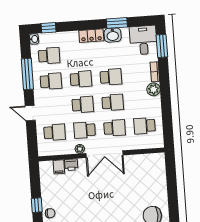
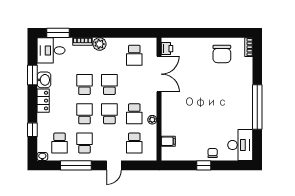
window: (49, 28) -> (32, 130), moved
school desk: (49, 56) -> (60, 143), turned 180
school desk: (115, 128) -> (134, 85), removed
school desk: (55, 132) -> (134, 143), turned 180
double door: (104, 154) -> (159, 74), moved
printer: (71, 165) -> (167, 49), moved

